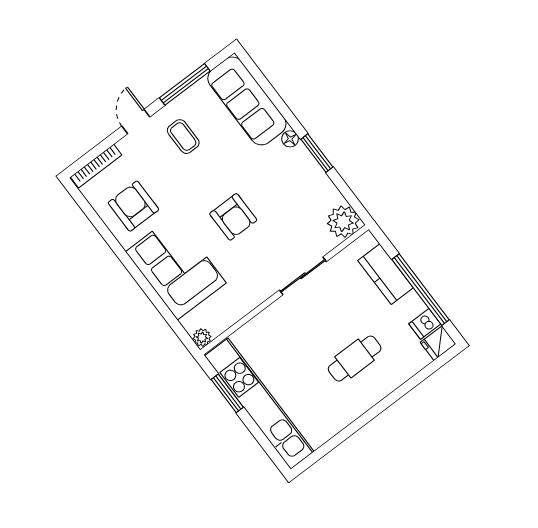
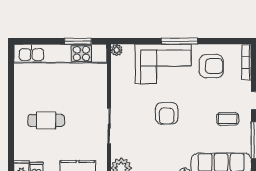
armchair: (233, 217) -> (167, 113), turned -90
window: (133, 269) -> (179, 41), added
cafe table: (355, 359) -> (46, 120), turned 90

